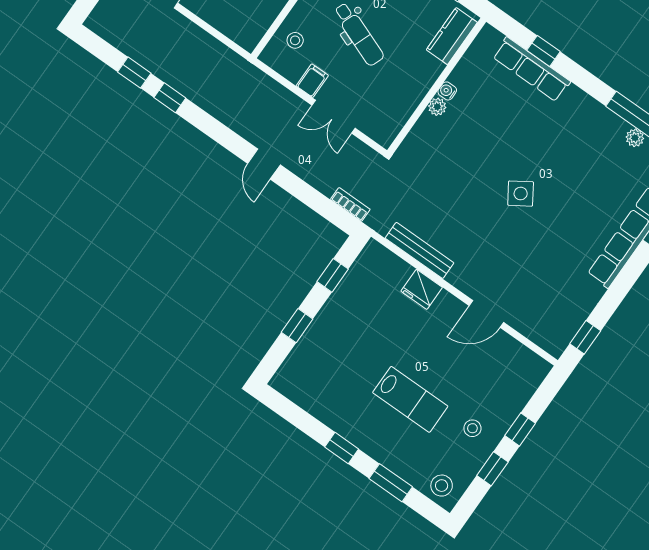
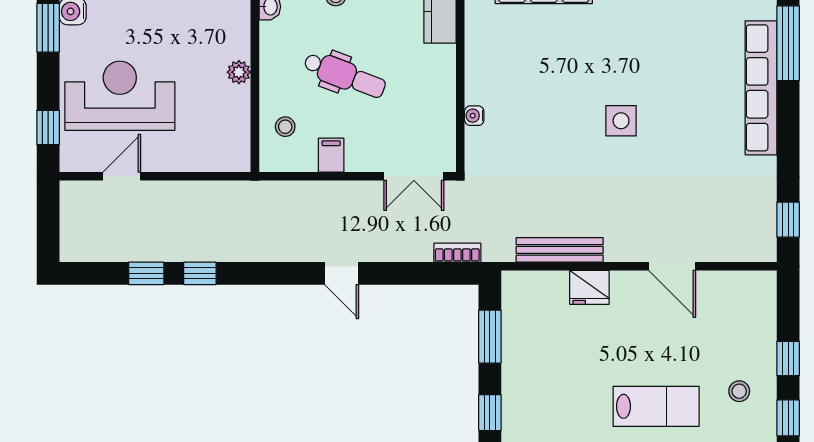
water cooler: (447, 91) -> (474, 116), moved
plant: (437, 107) -> (475, 93), removed
double door: (333, 117) -> (414, 176), moved
side table: (521, 194) -> (621, 121), turned 33
window: (333, 275) -> (490, 337), width x1.50
door: (486, 314) -> (672, 266), hinge flipped

